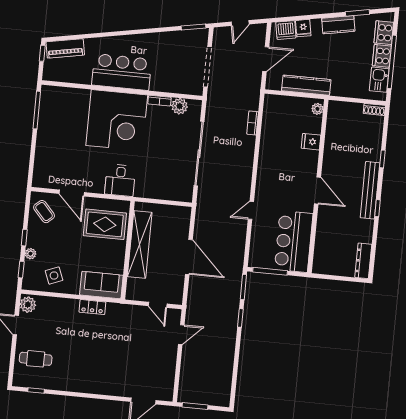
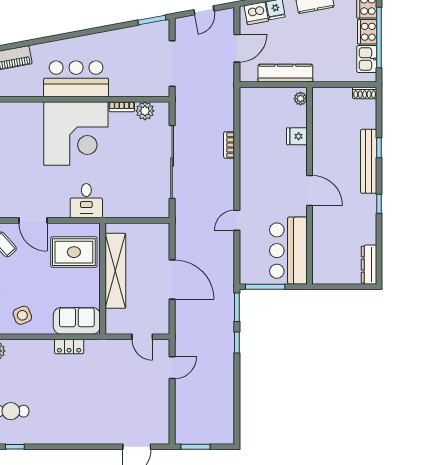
bookcase: (253, 123) -> (229, 145), moved
bench: (370, 190) -> (369, 161), moved

